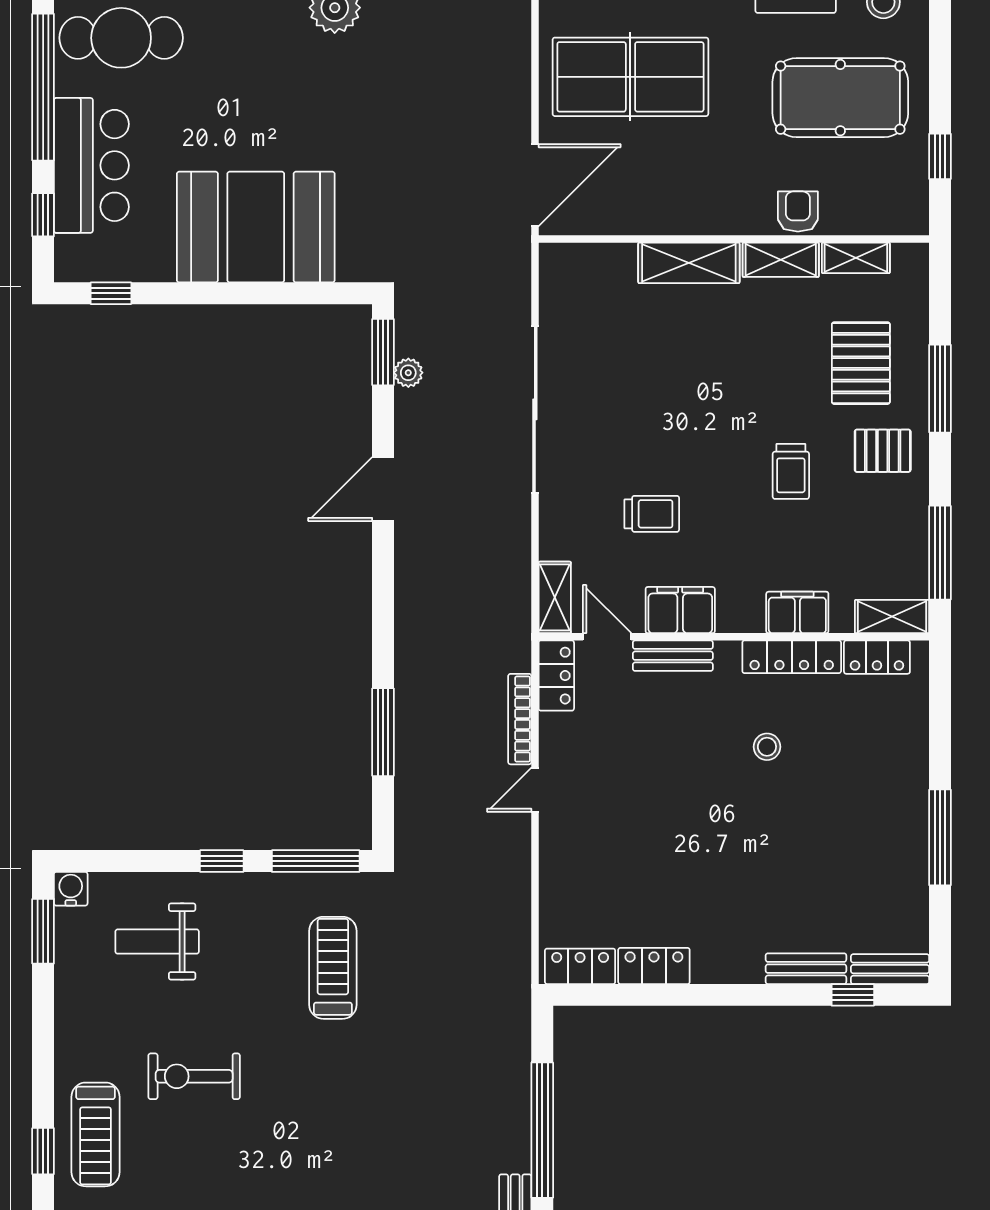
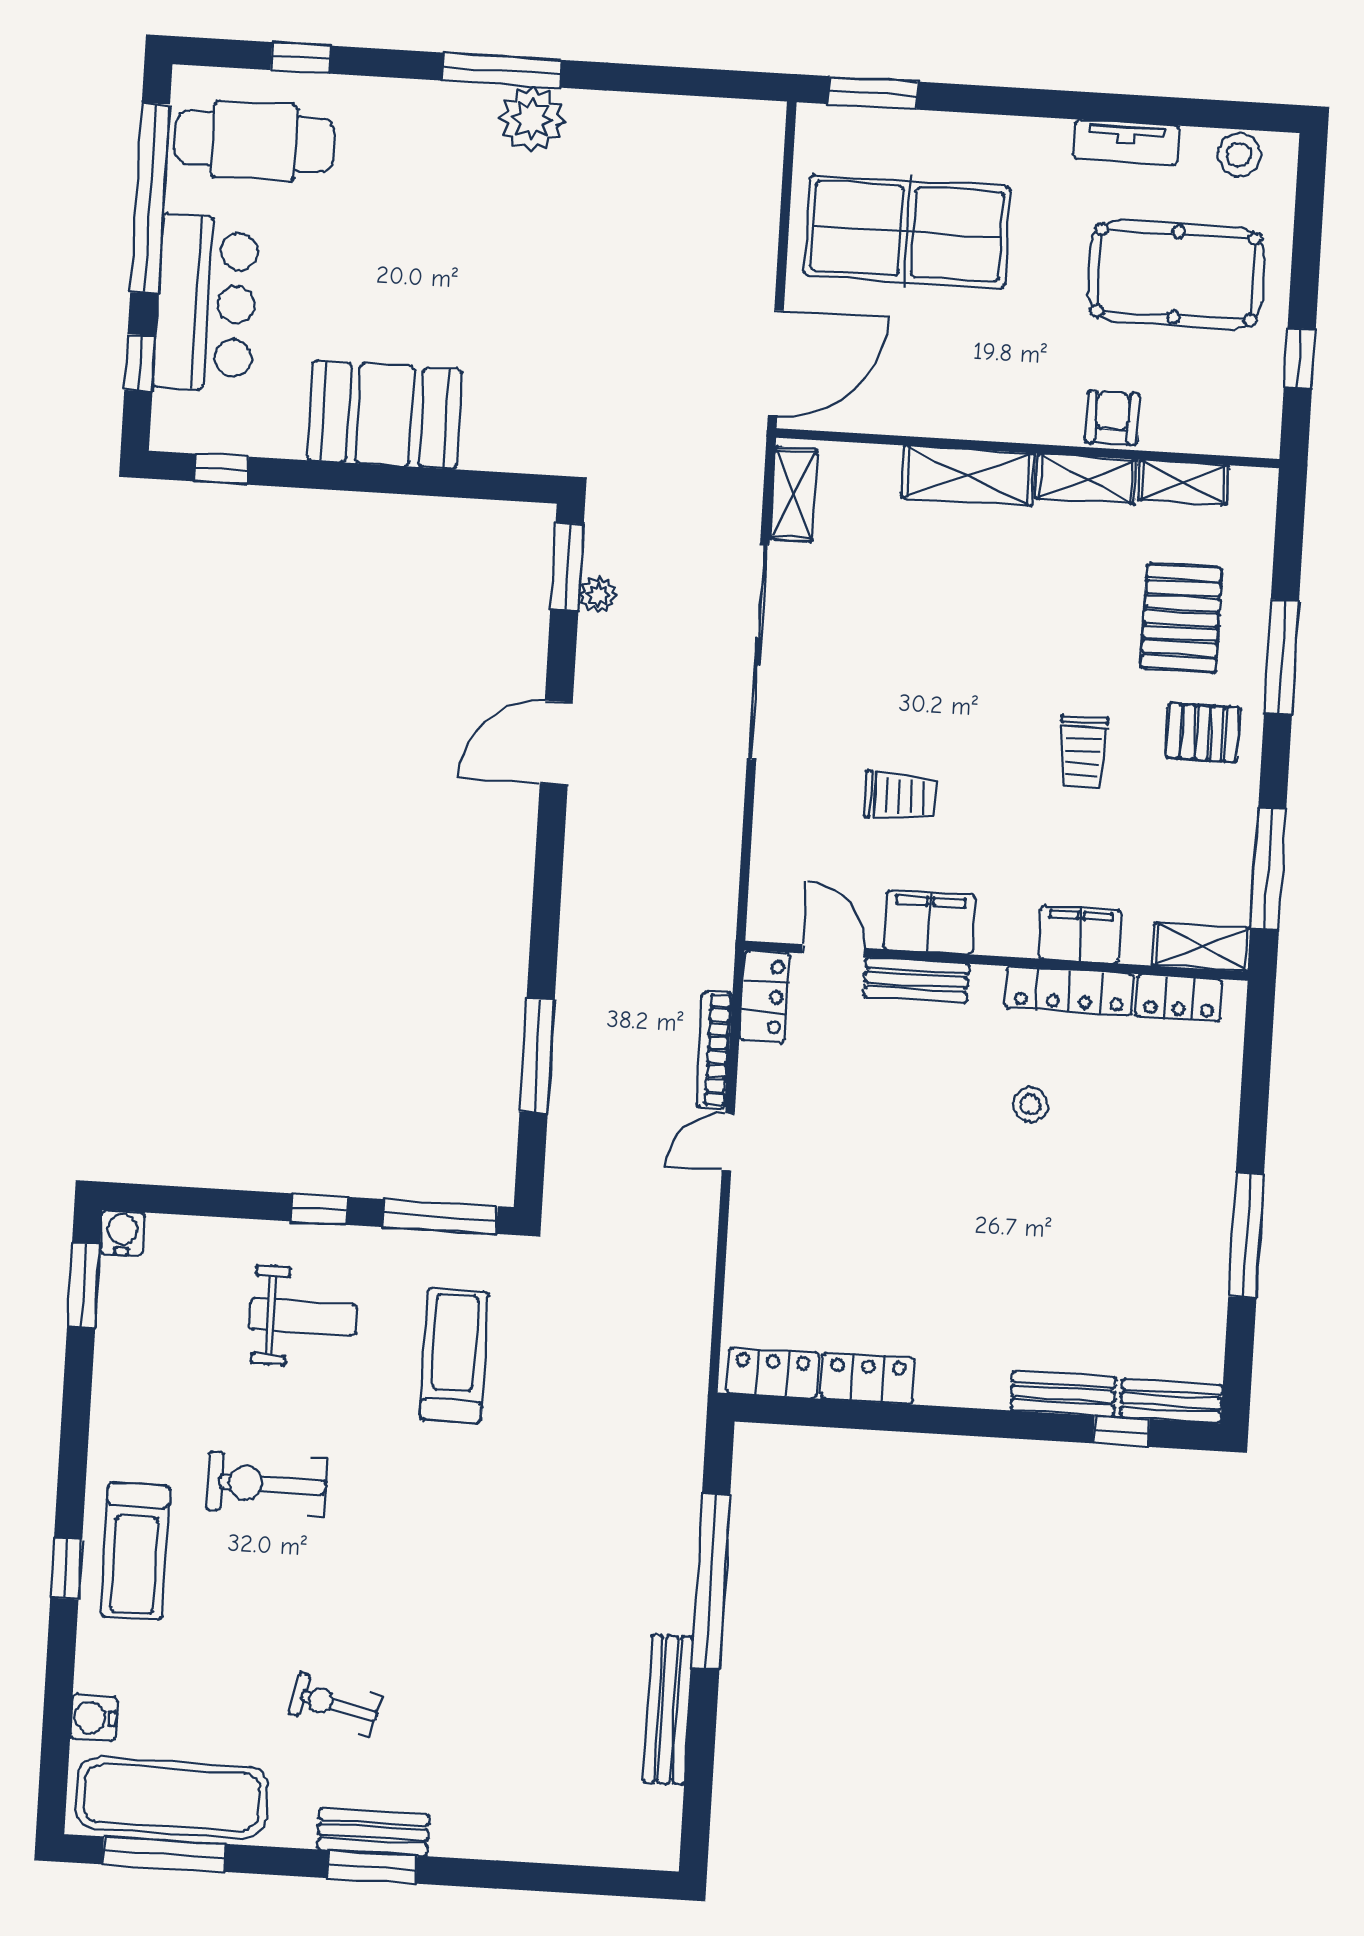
booth: (256, 227) -> (385, 415), width x0.73, depth x0.70
shelving: (555, 597) -> (793, 494), moved
weight bench: (157, 942) -> (303, 1317), moved, turned 180

